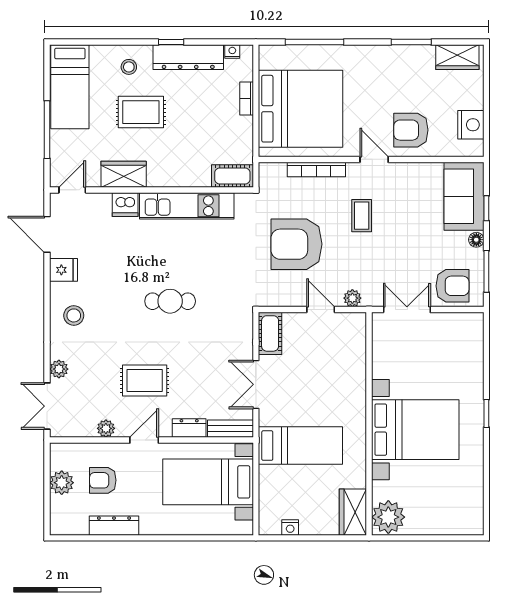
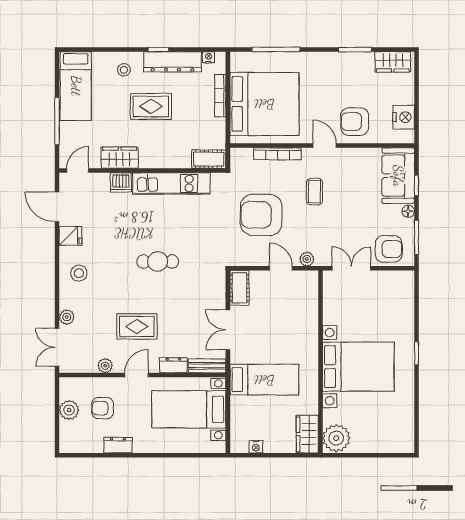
bookcase: (247, 99) -> (220, 96), width x1.56
rug: (141, 112) -> (151, 106), moved
dresser: (114, 526) -> (118, 445), width x0.70

